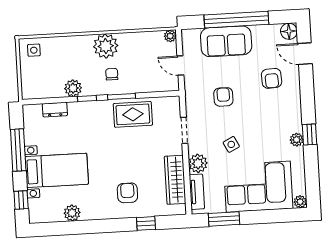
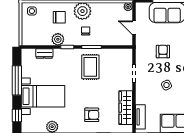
chair: (73, 57) -> (59, 17), added
rug: (133, 114) -> (90, 67), moved, turned 90
plant: (198, 163) -> (142, 97), removed
armchair: (127, 193) -> (92, 115), turned 90

